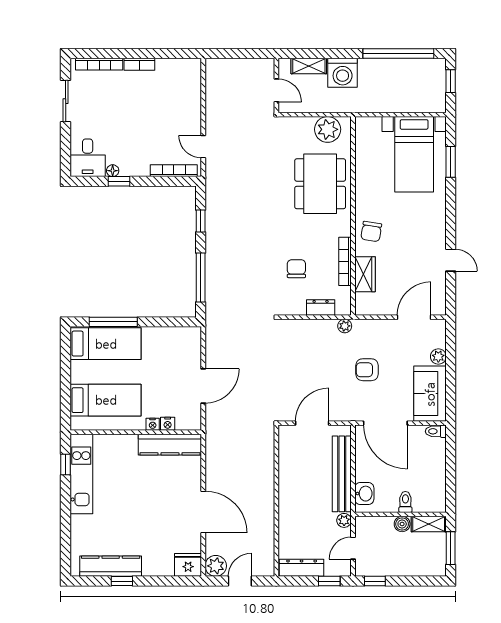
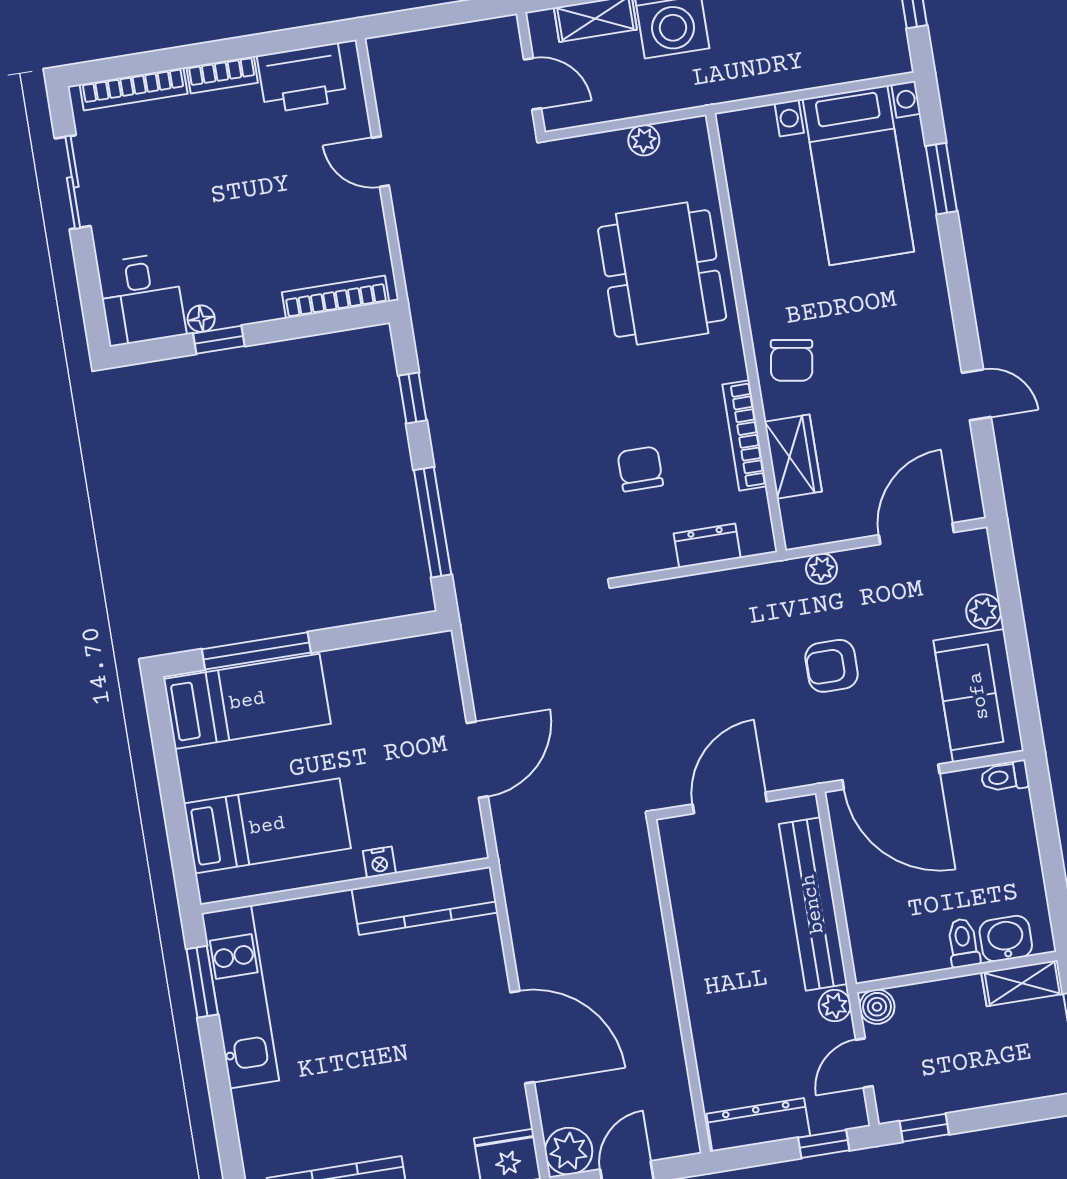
printer: (175, 71) -> (302, 78), added
plant: (328, 129) -> (644, 140), width x0.53, depth x0.53
door: (203, 147) -> (380, 162), moved
plant: (345, 326) -> (822, 569), moved
nightstand: (168, 424) -> (412, 856), removed
window: (66, 465) -> (202, 982), width x1.50
washbasin: (364, 494) -> (1006, 939), moved, turned -90
boiler: (402, 524) -> (877, 1007), moved

